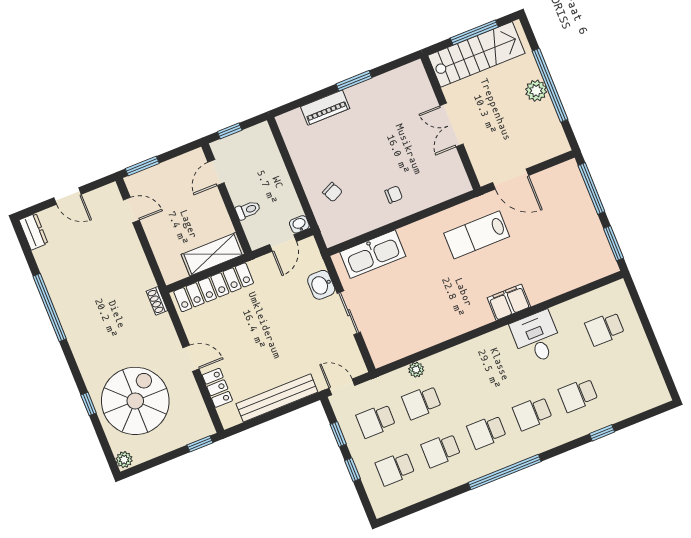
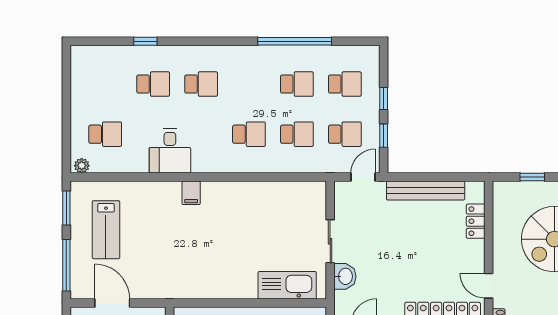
door: (511, 179) -> (112, 303), moved
lab bench: (477, 235) -> (106, 230), moved, turned 90
filing cabinet: (509, 302) -> (191, 193), width x0.50
door: (191, 358) -> (489, 286), moved
plant: (416, 370) -> (82, 166), moved
door: (342, 387) -> (363, 177), swing flipped
school desk: (487, 432) -> (249, 134), moved
window: (200, 444) -> (532, 177), moved
window: (505, 472) -> (295, 41), moved

